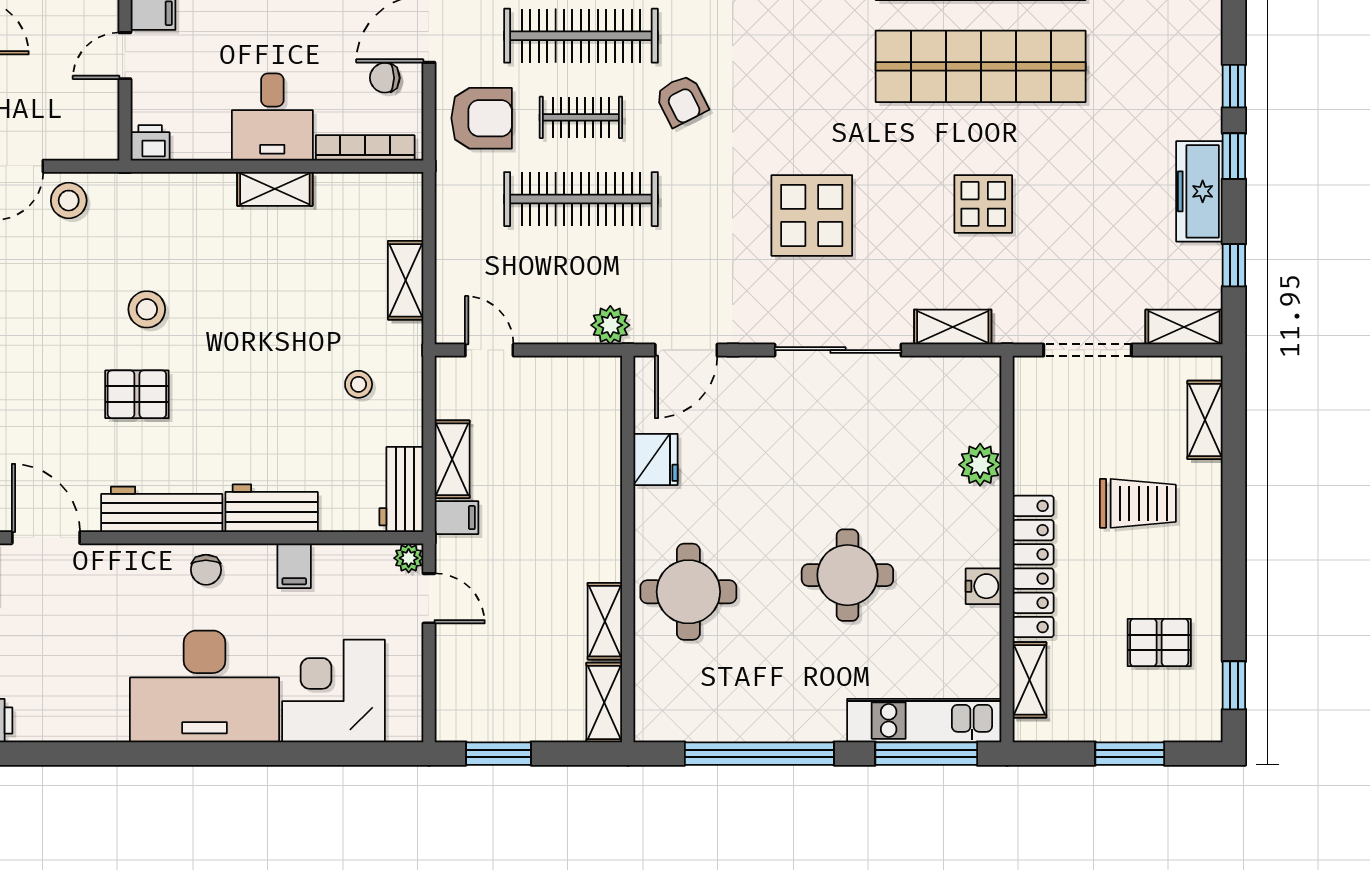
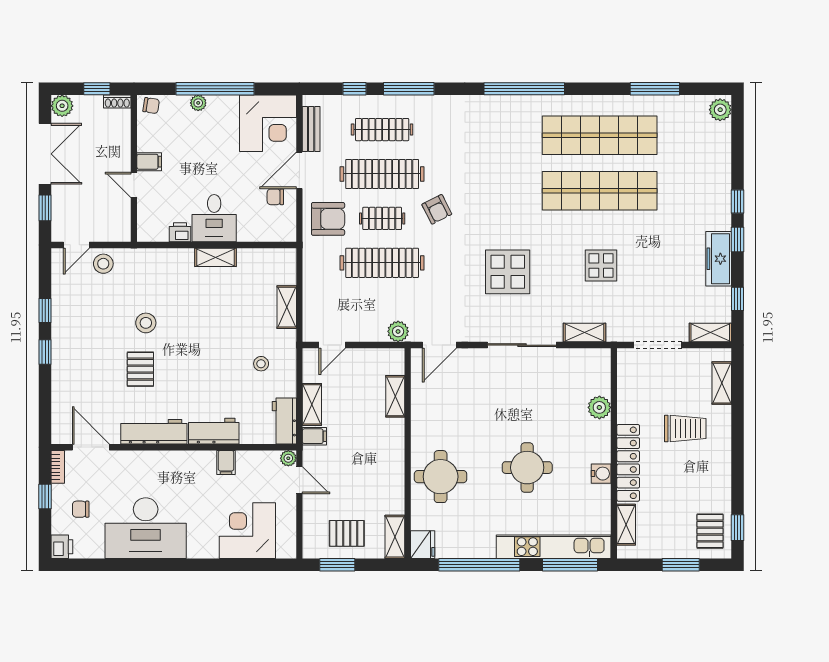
door: (125, 56) -> (134, 185), hinge flipped
printer: (150, 143) -> (180, 232), moved
bookcase: (365, 148) -> (265, 235), removed
door: (489, 350) -> (332, 345), swing flipped
pallet: (137, 394) -> (140, 369), turned 90
fridge: (656, 459) -> (423, 545), moved
chair: (206, 570) -> (81, 509), moved, turned 90
shelving: (605, 621) -> (395, 396), moved
pallet: (1159, 642) -> (710, 531), moved, turned 90
desk: (205, 686) -> (146, 528), moved
pallet: (516, 696) -> (347, 533), added
kitchen unit: (924, 721) -> (554, 547), width x1.36

